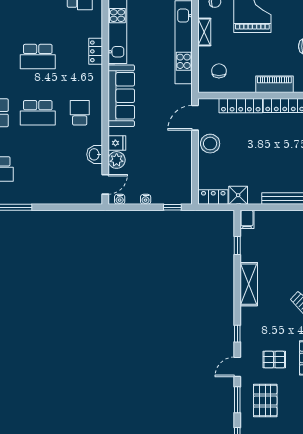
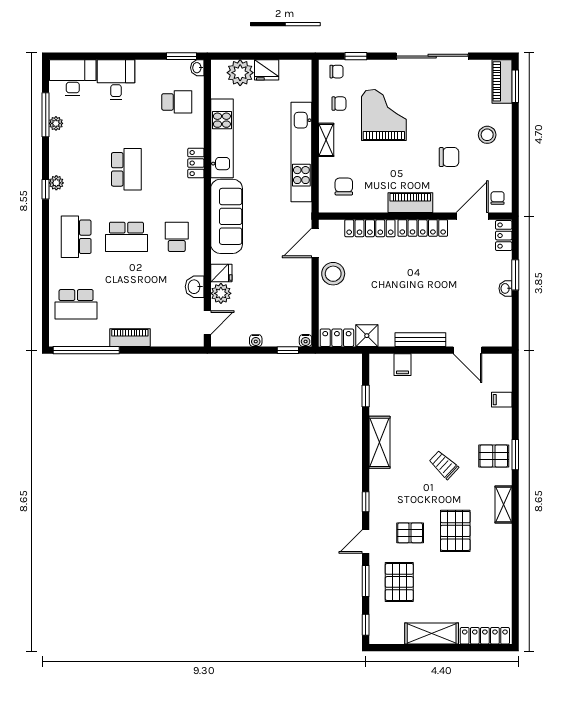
school desk: (38, 57) -> (126, 169), turned -90
piano: (41, 197) -> (130, 338), added
water cooler: (120, 199) -> (306, 341), moved
filing cabinet: (247, 219) -> (402, 365), moved

